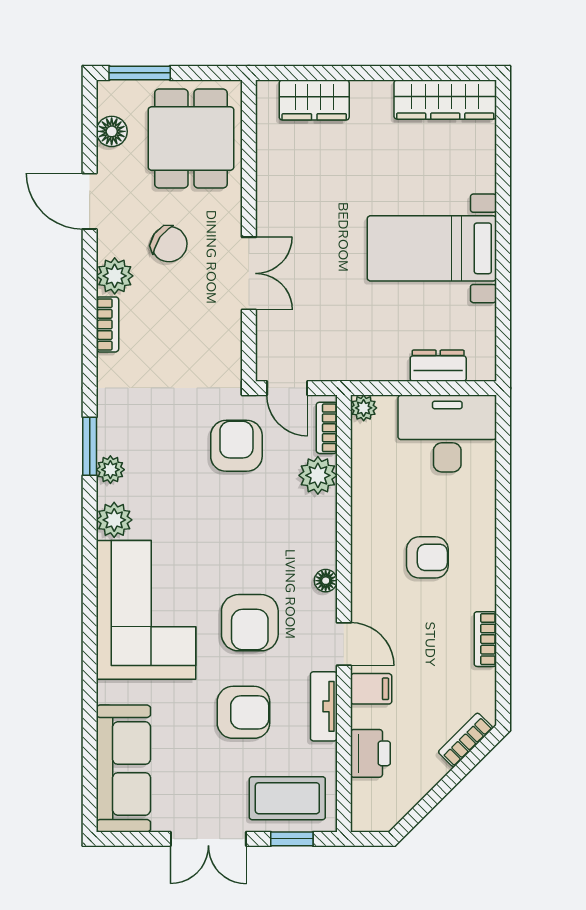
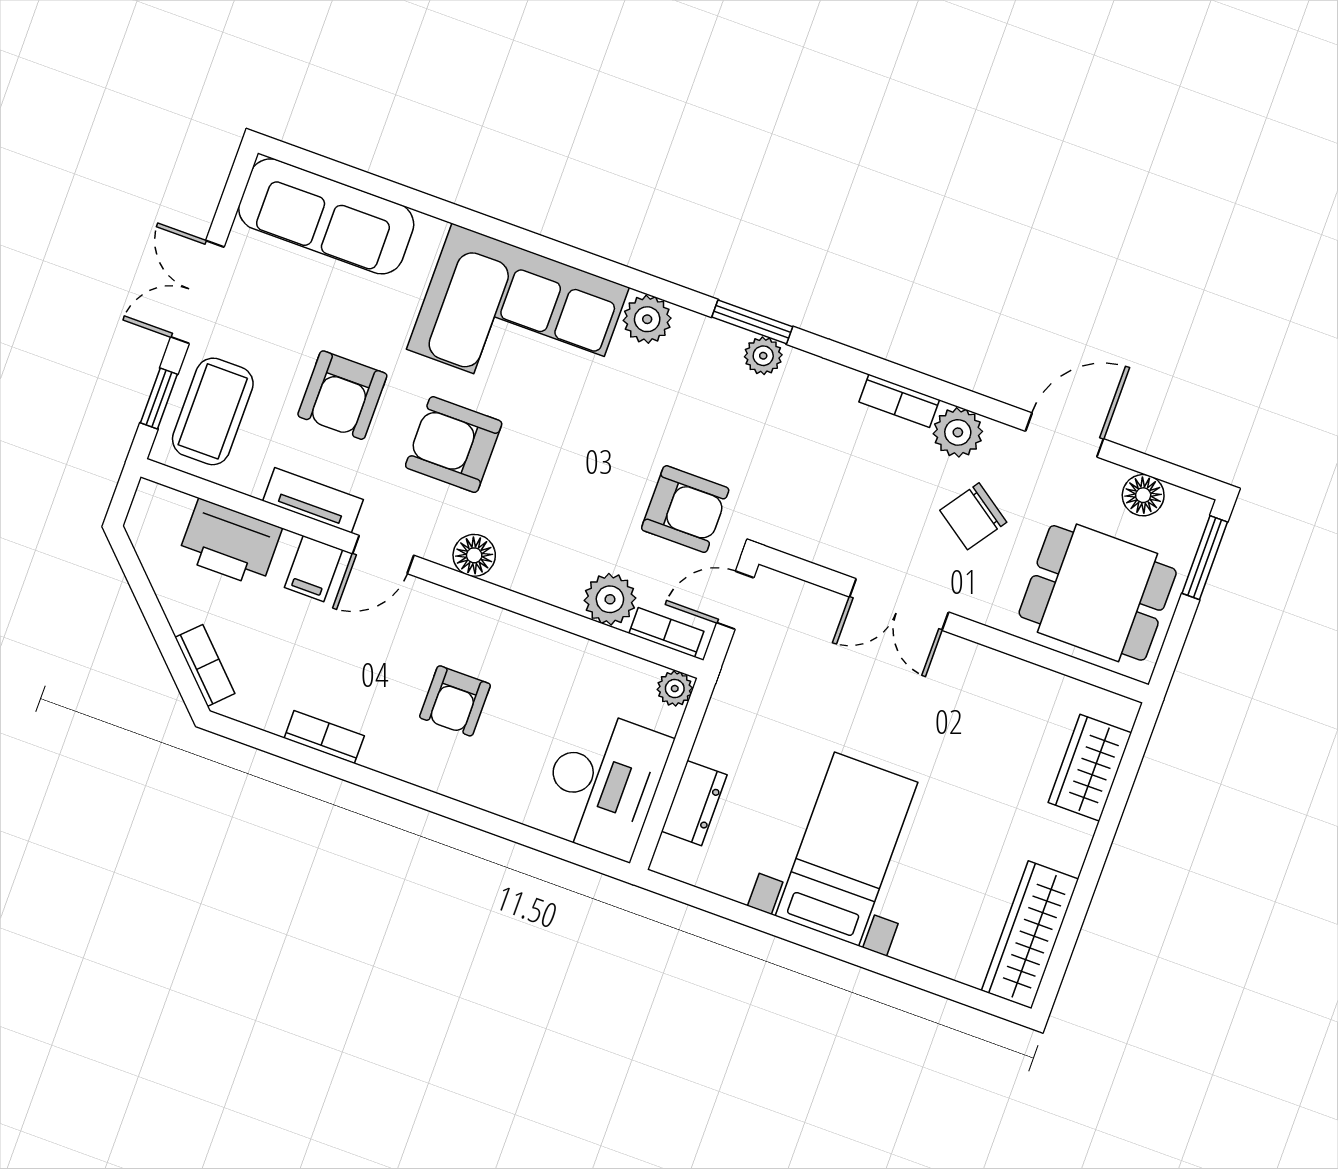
plant: (110, 470) -> (763, 356), moved
floor lamp: (326, 581) -> (474, 555), width x1.37, depth x1.37
printer: (370, 753) -> (230, 543), width x1.37, depth x1.19

